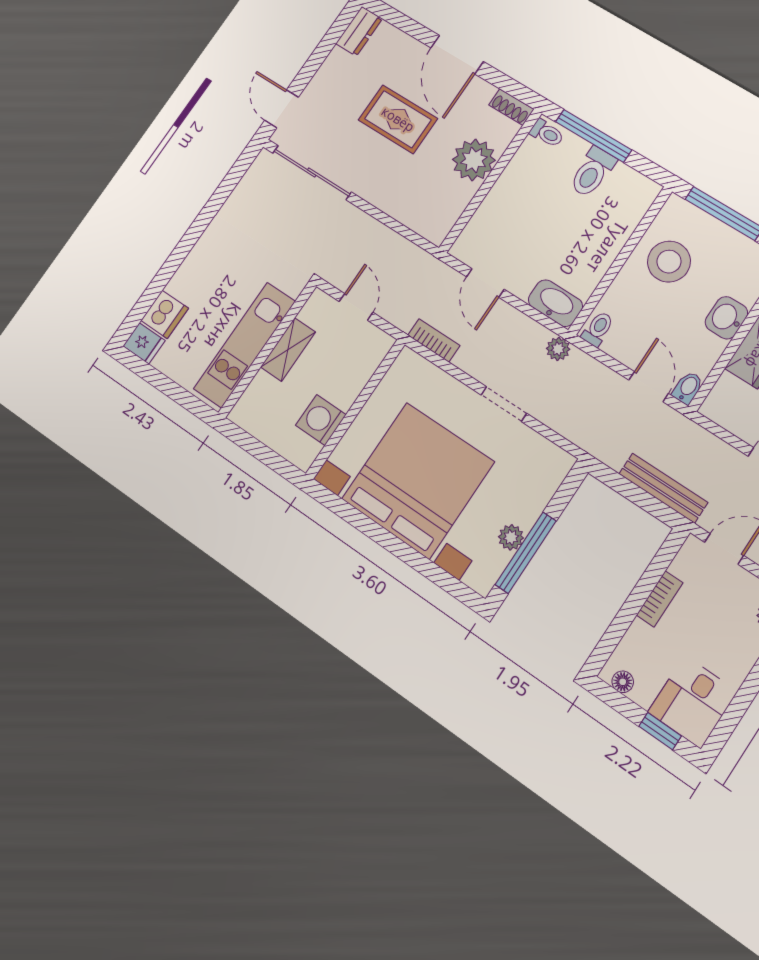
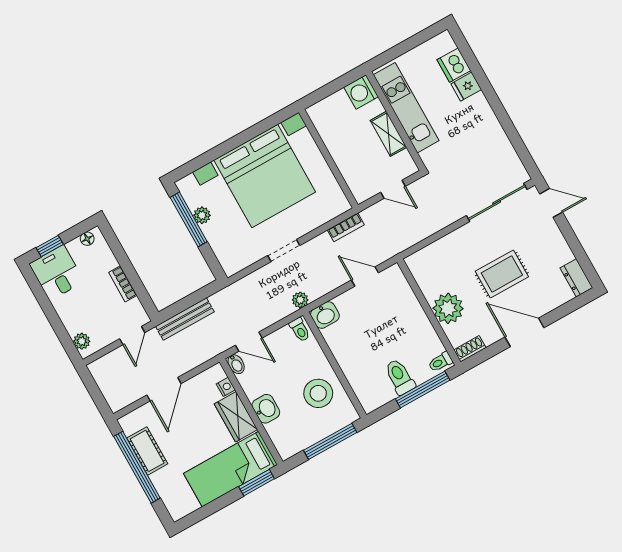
washbasin: (555, 303) -> (325, 315), width x0.72
fridge: (144, 343) -> (466, 87), moved
nightstand: (726, 385) -> (226, 387), added
washing machine: (321, 420) -> (361, 92), moved, turned 180

